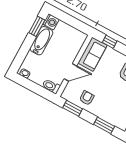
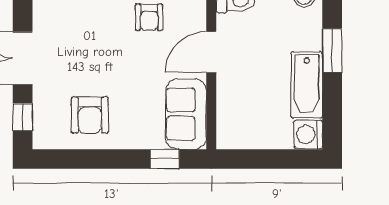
window: (37, 26) -> (332, 50), moved

